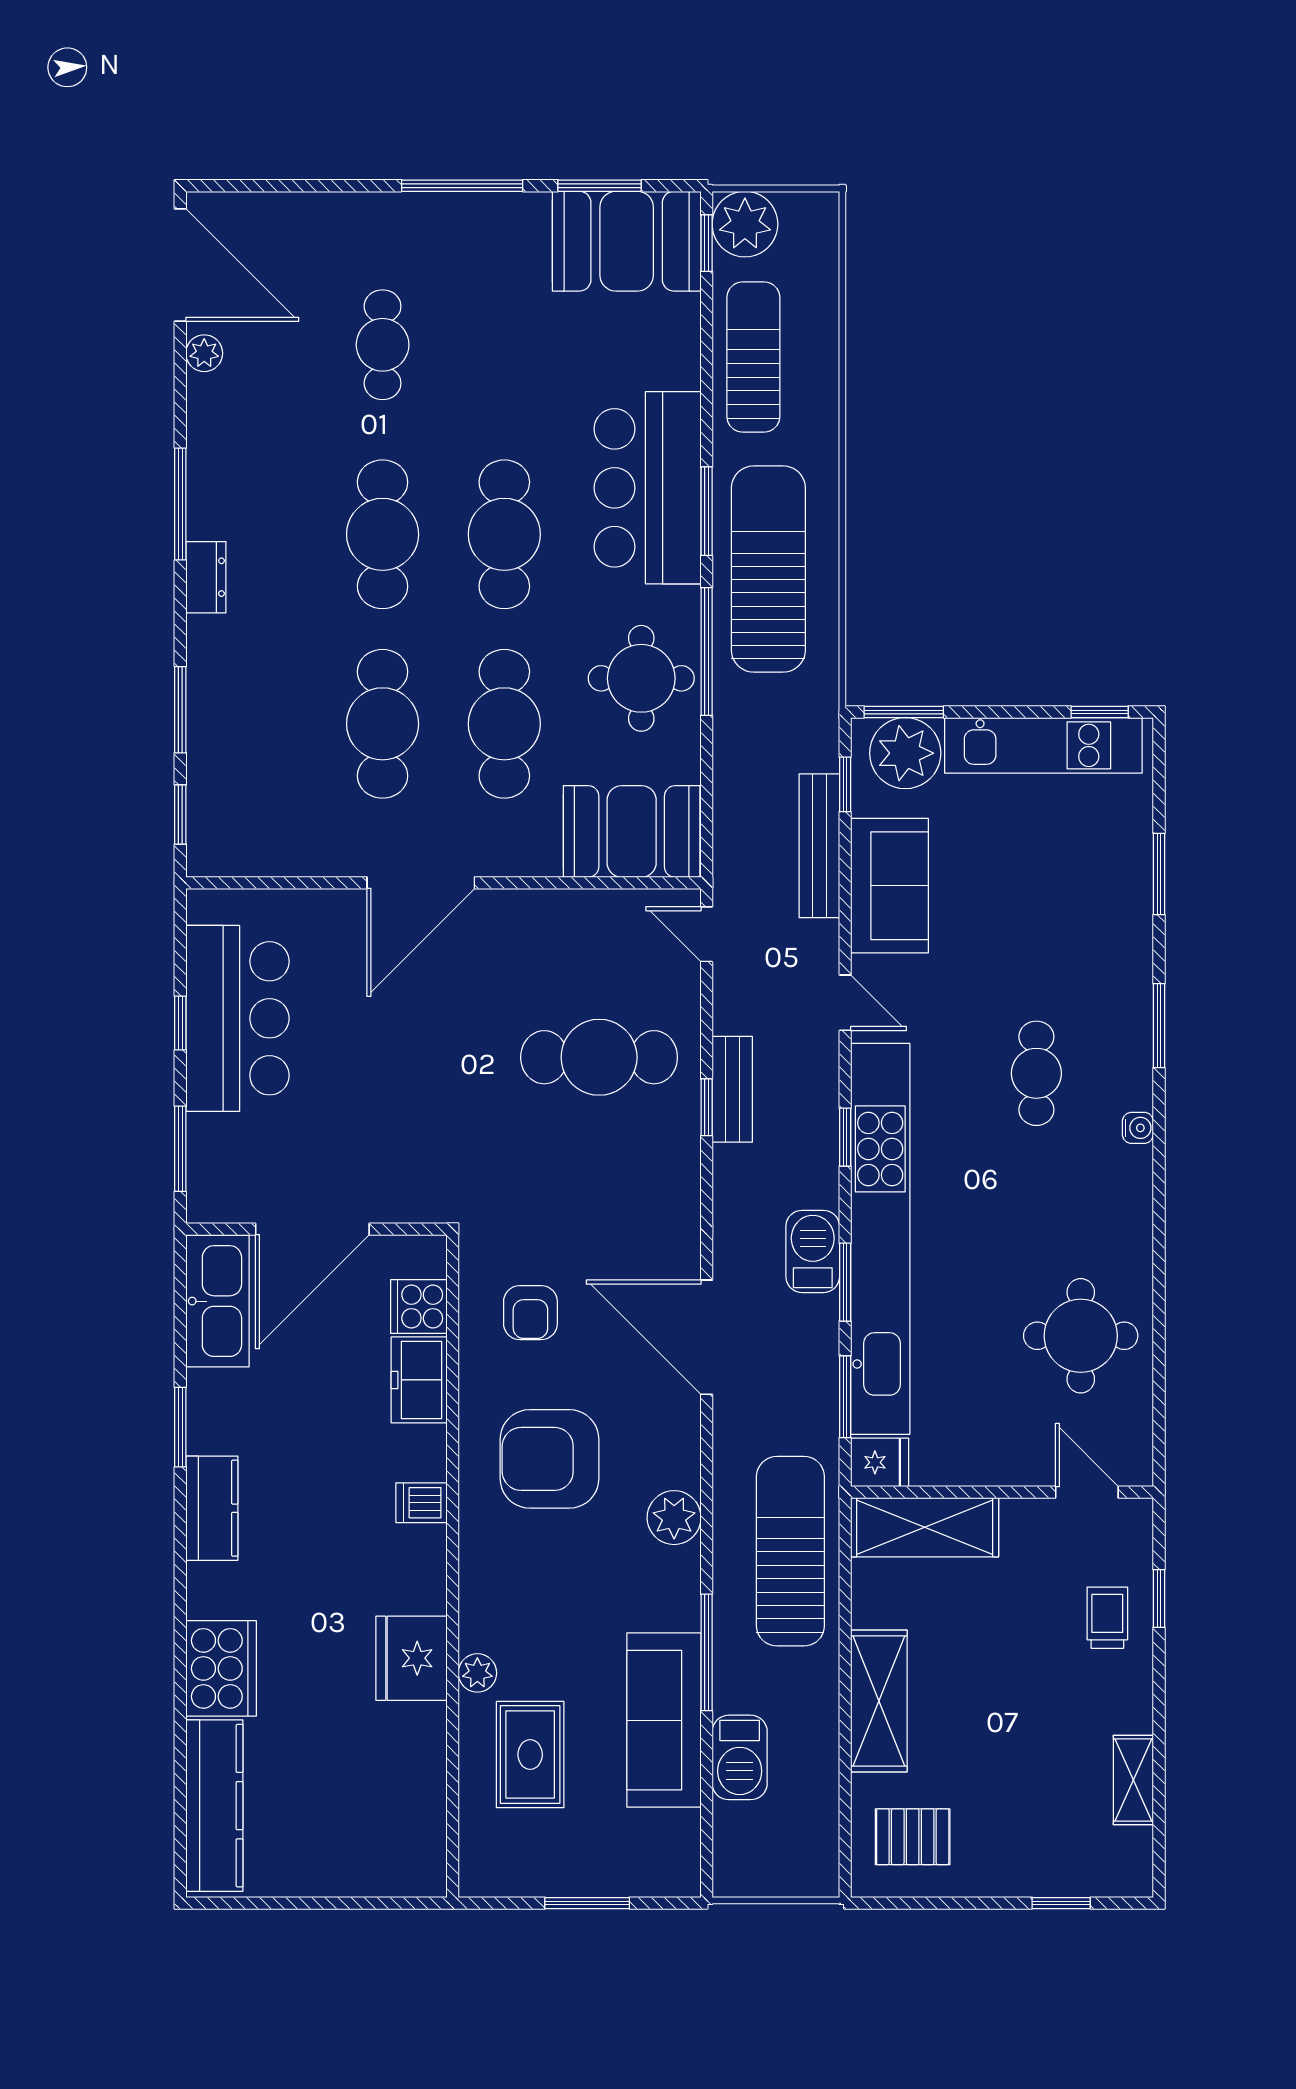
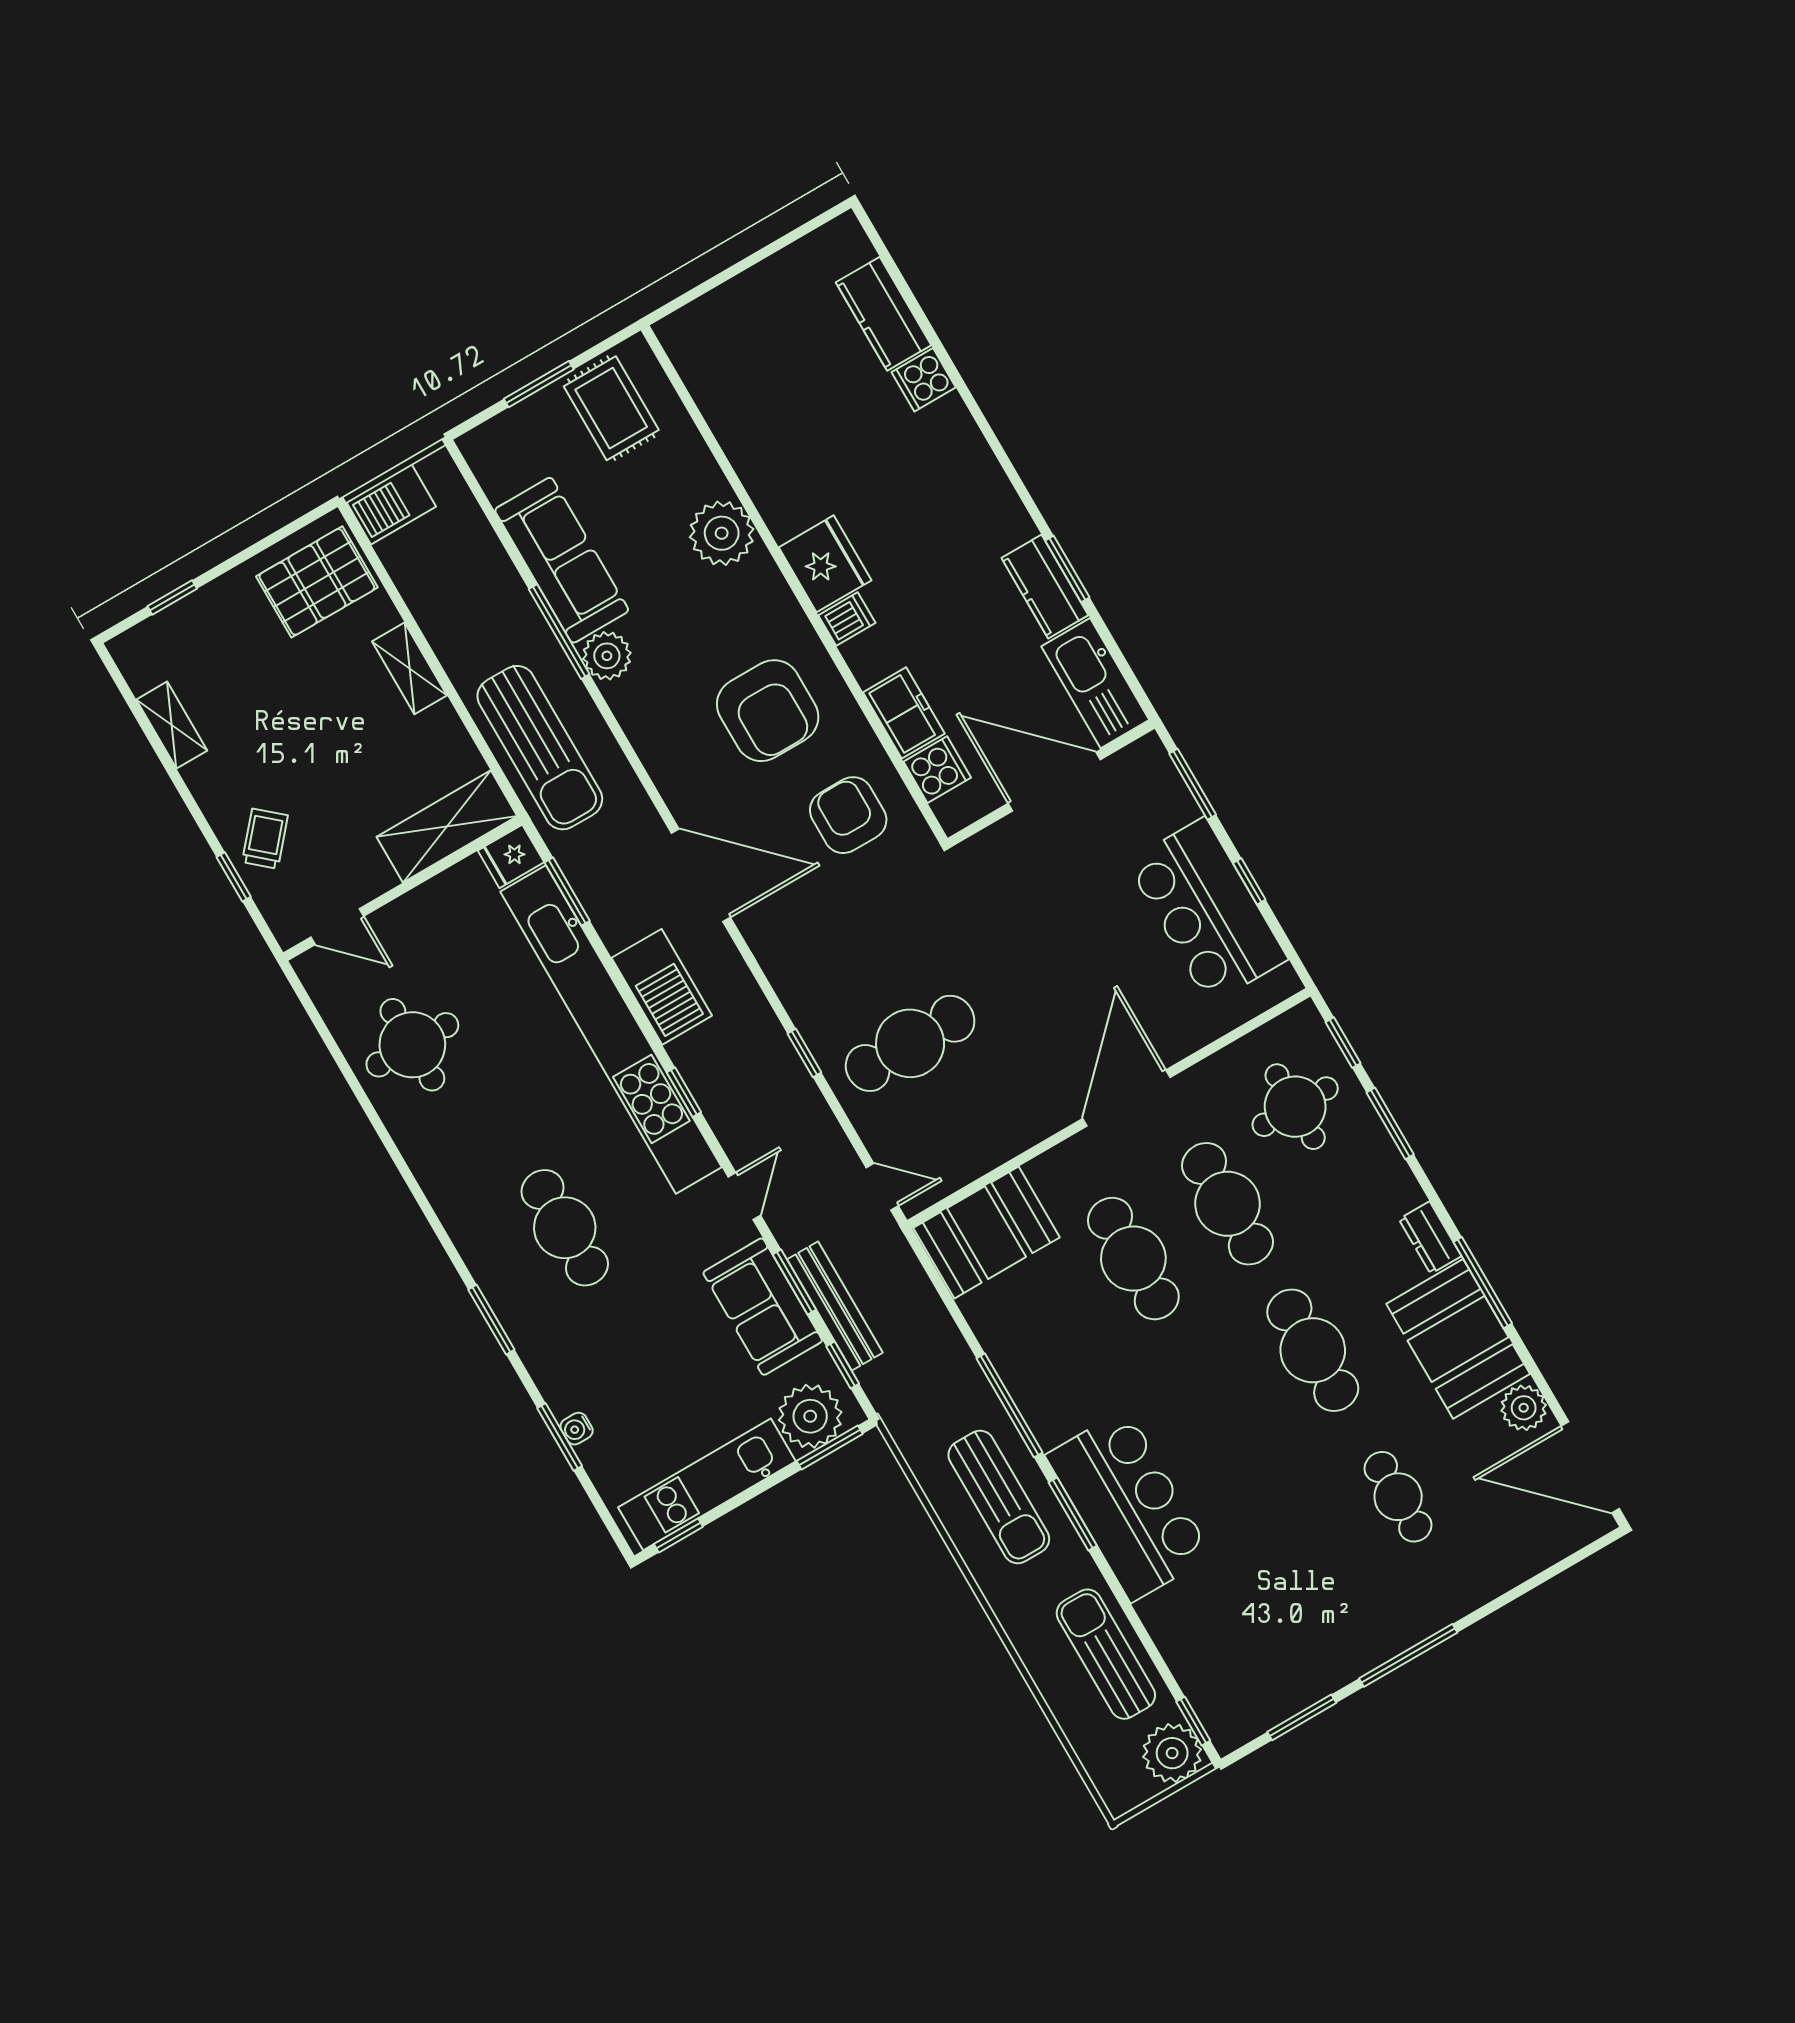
booth: (627, 241) -> (1458, 1339), moved, turned 90
plant: (204, 353) -> (1524, 1408), width x1.38, depth x1.38
sun lounger: (753, 357) -> (1106, 1654), turned 180
cafe table: (504, 534) -> (1219, 1405), removed
sun lounger: (768, 569) -> (999, 1497), width x0.73, depth x0.75
round table: (641, 678) -> (1295, 1107), moved
door: (845, 1003) -> (744, 1196), swing flipped
cafe table: (1036, 1073) -> (565, 1228), width x1.37, depth x1.35
bench: (732, 1089) -> (793, 1078), removed
water cooler: (1138, 1128) -> (577, 1429), moved
door: (312, 1229) -> (1054, 782), hinge flipped
barbecue: (813, 1251) -> (662, 987), width x1.37, depth x1.21
window: (845, 1282) -> (794, 1282), moved
armchair: (530, 1313) -> (848, 815), width x1.38, depth x1.38
armchair: (550, 1459) -> (768, 711), turned 90
kitchen counter: (212, 1508) -> (1045, 587), moved
plant: (674, 1518) -> (607, 656), moved
trolley: (1107, 1618) -> (265, 839), turned -139
fridge: (411, 1658) -> (825, 564), moved
cooker: (221, 1668) -> (924, 380), width x0.53, depth x0.76
plant: (477, 1673) -> (722, 533), width x1.88, depth x1.88
shelving: (879, 1701) -> (410, 668), width x0.67, depth x0.75
rug: (530, 1755) -> (611, 408), moved
barbecue: (740, 1757) -> (391, 504), moved, turned -90
kitchen counter: (214, 1806) -> (884, 314), width x0.67
pallet: (913, 1837) -> (317, 582), width x1.50, depth x1.42

